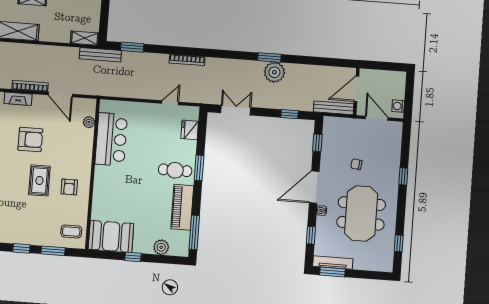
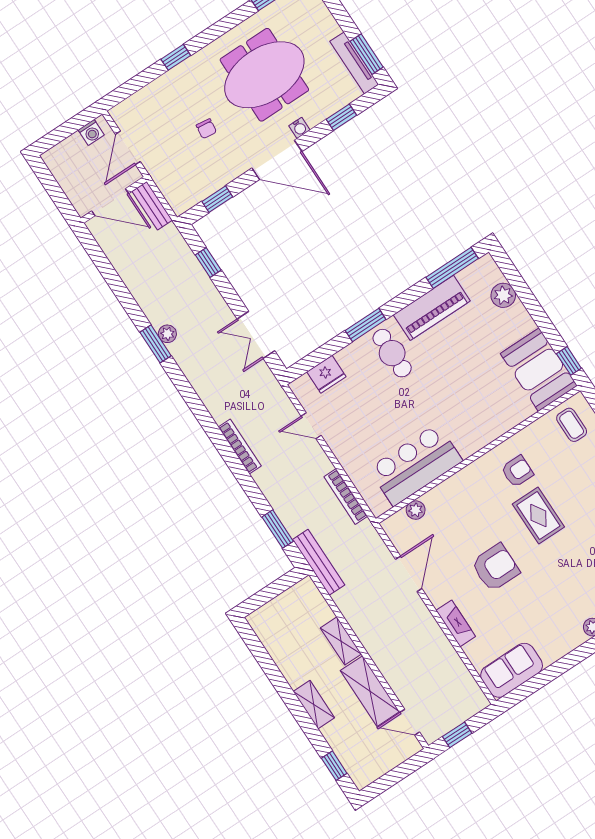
shelving: (85, 38) -> (341, 641), moved
plant: (274, 72) -> (167, 334), width x0.53, depth x0.53
bookcase: (30, 86) -> (346, 497), moved
bench: (334, 108) -> (152, 206), width x0.73
armchair: (30, 140) -> (495, 567), turned 90
rug: (39, 180) -> (538, 516), turned 90
window: (133, 257) -> (569, 361), moved

